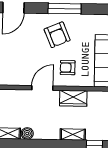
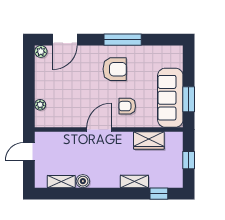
armchair: (57, 35) -> (115, 69), turned -67
wardrobe: (73, 98) -> (149, 140), moved

